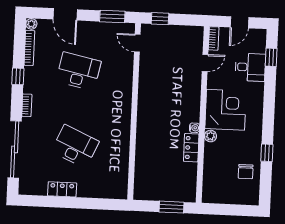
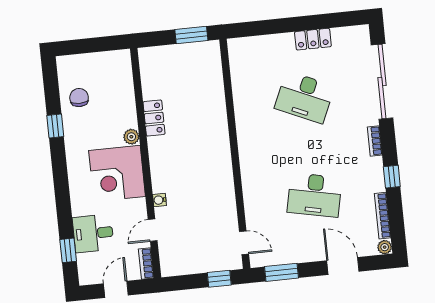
water cooler: (194, 128) -> (159, 200), moved
window: (172, 207) -> (191, 35), moved

